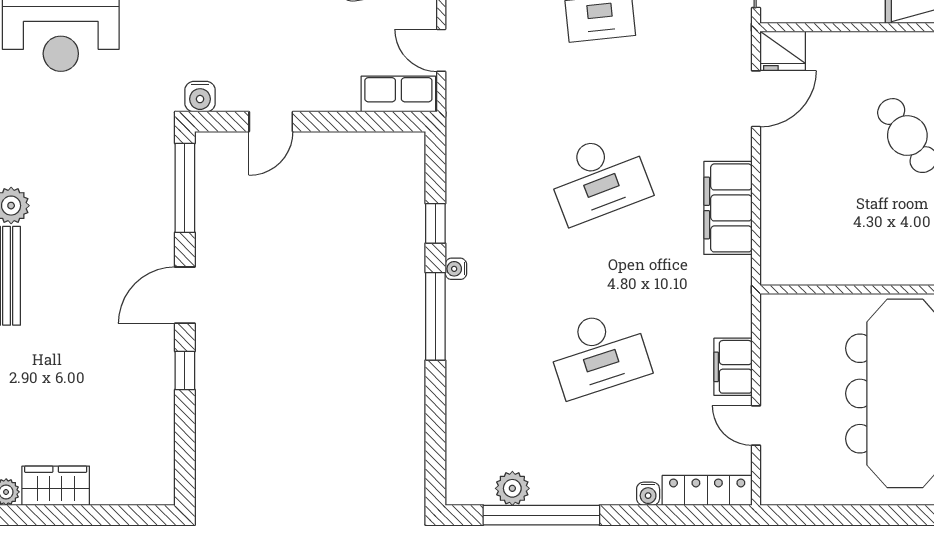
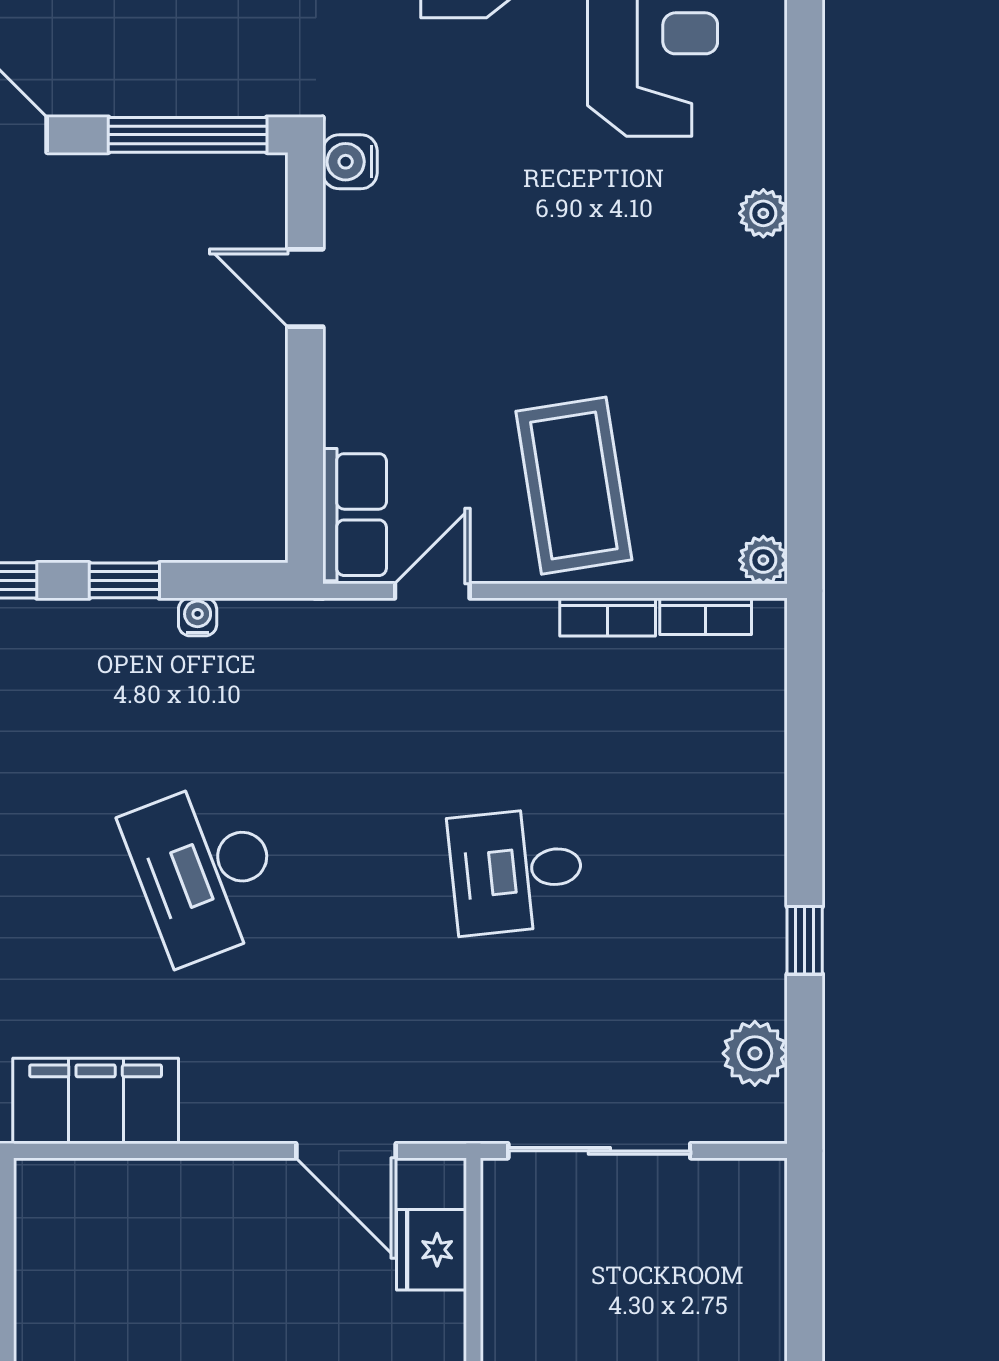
fridge: (783, 51) -> (432, 1250), moved
filing cabinet: (728, 208) -> (96, 1101), moved
water cooler: (456, 269) -> (198, 617), moved

